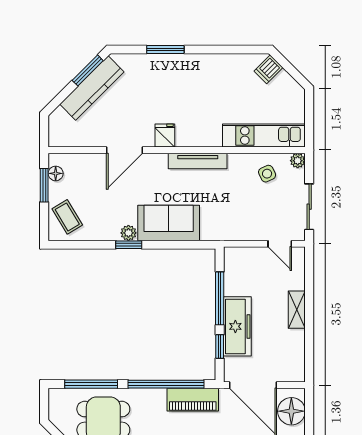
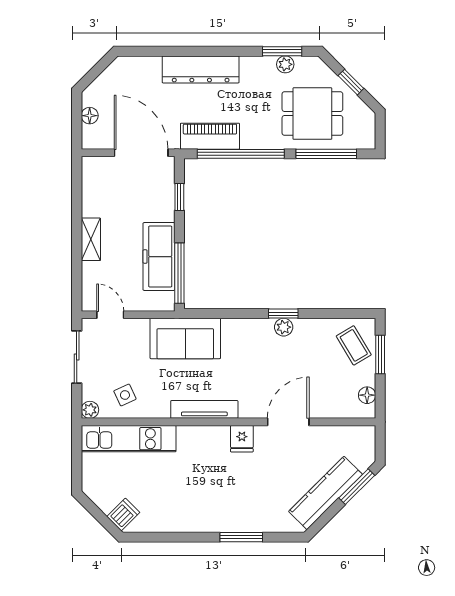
window: (88, 70) -> (357, 487), moved
window: (44, 185) -> (380, 354), moved
sofa: (169, 223) -> (185, 338), moved
window: (220, 298) -> (179, 273), moved
freezer: (237, 326) -> (159, 257), moved
floor lamp: (291, 411) -> (90, 116), width x0.53, depth x0.53

